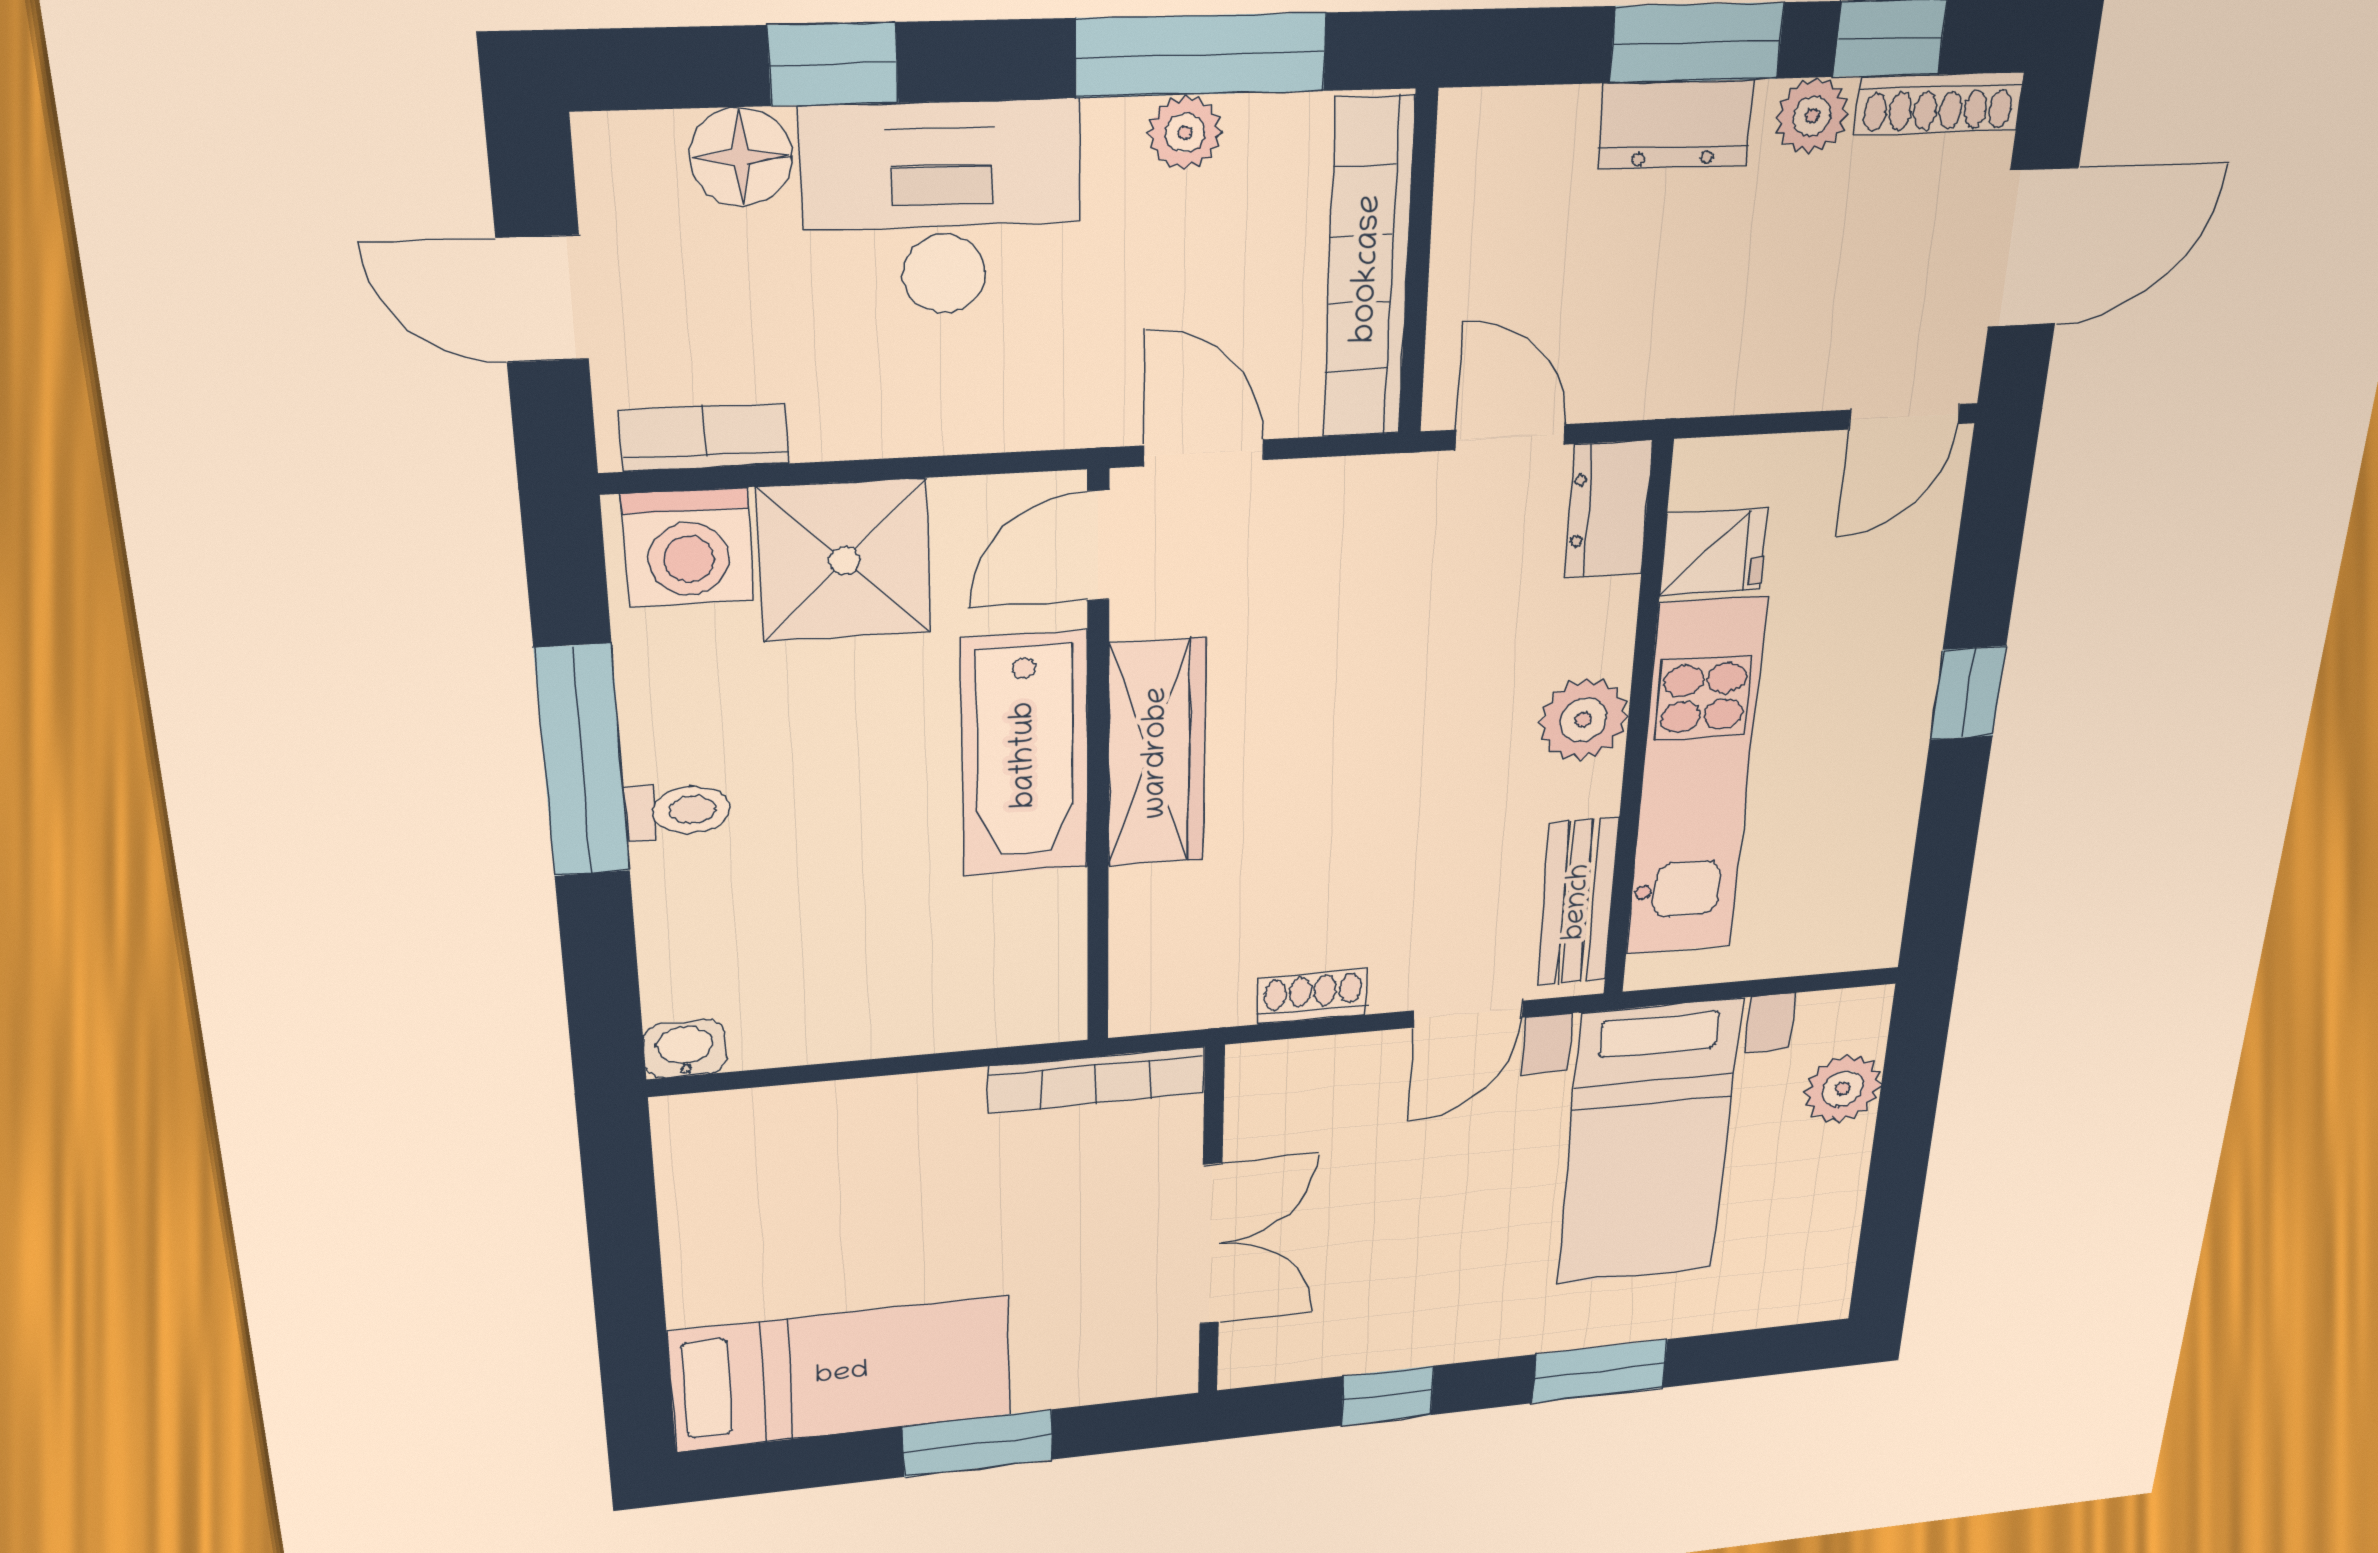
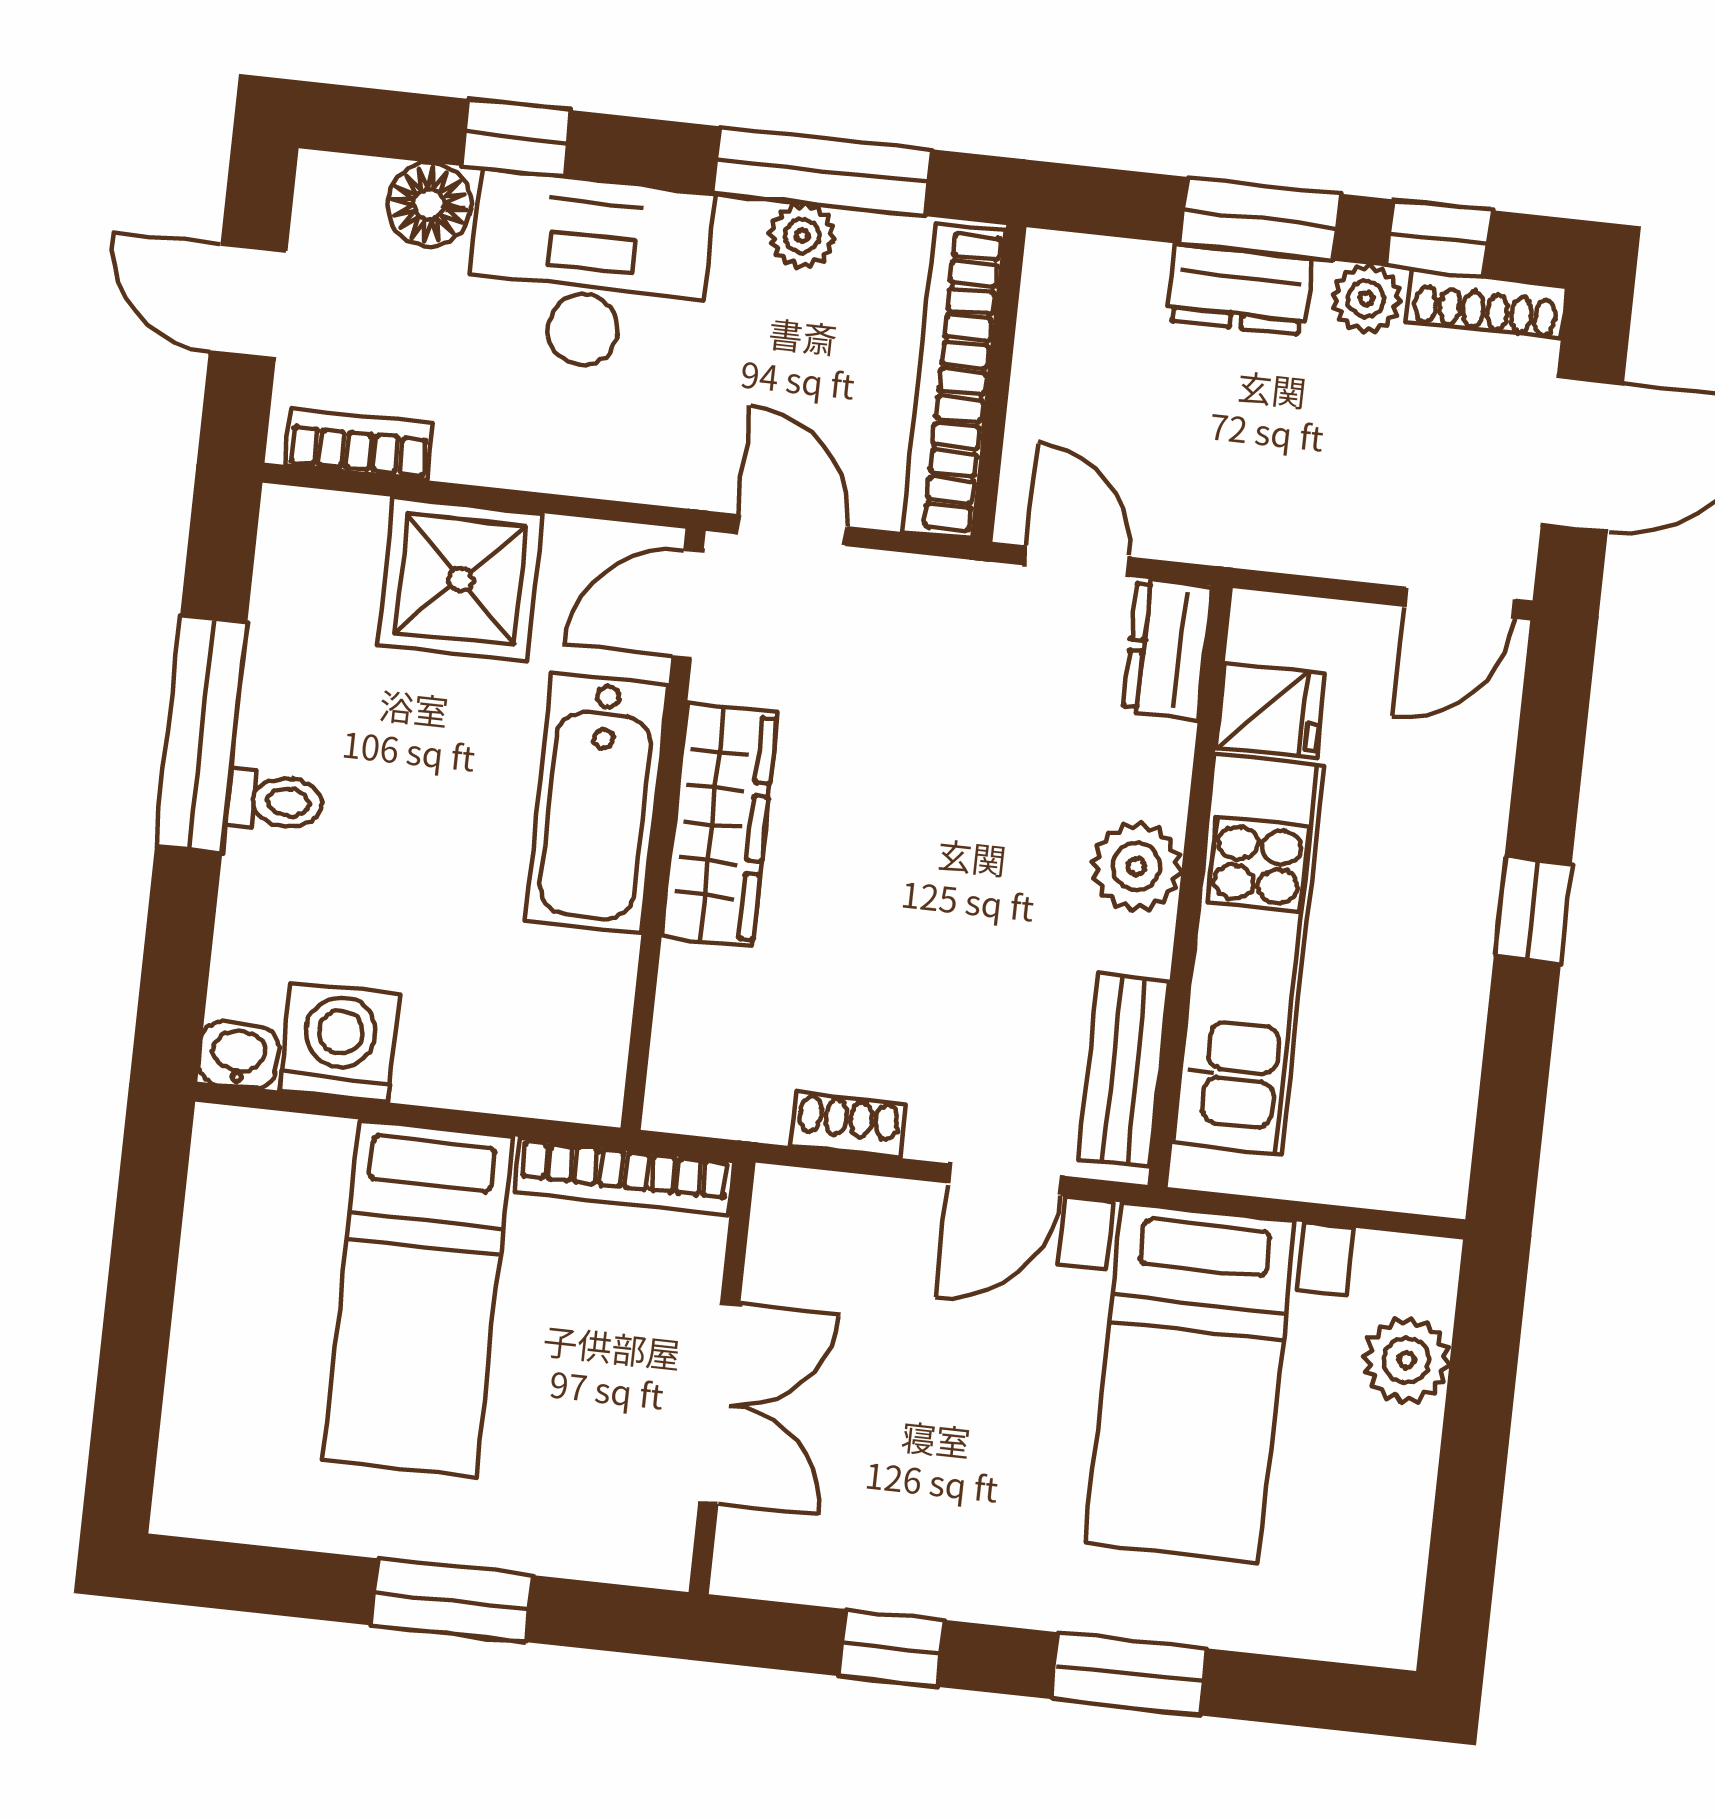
washing machine: (688, 548) -> (340, 1043), moved, turned 180
bed: (842, 1374) -> (418, 1298), moved, turned 90

